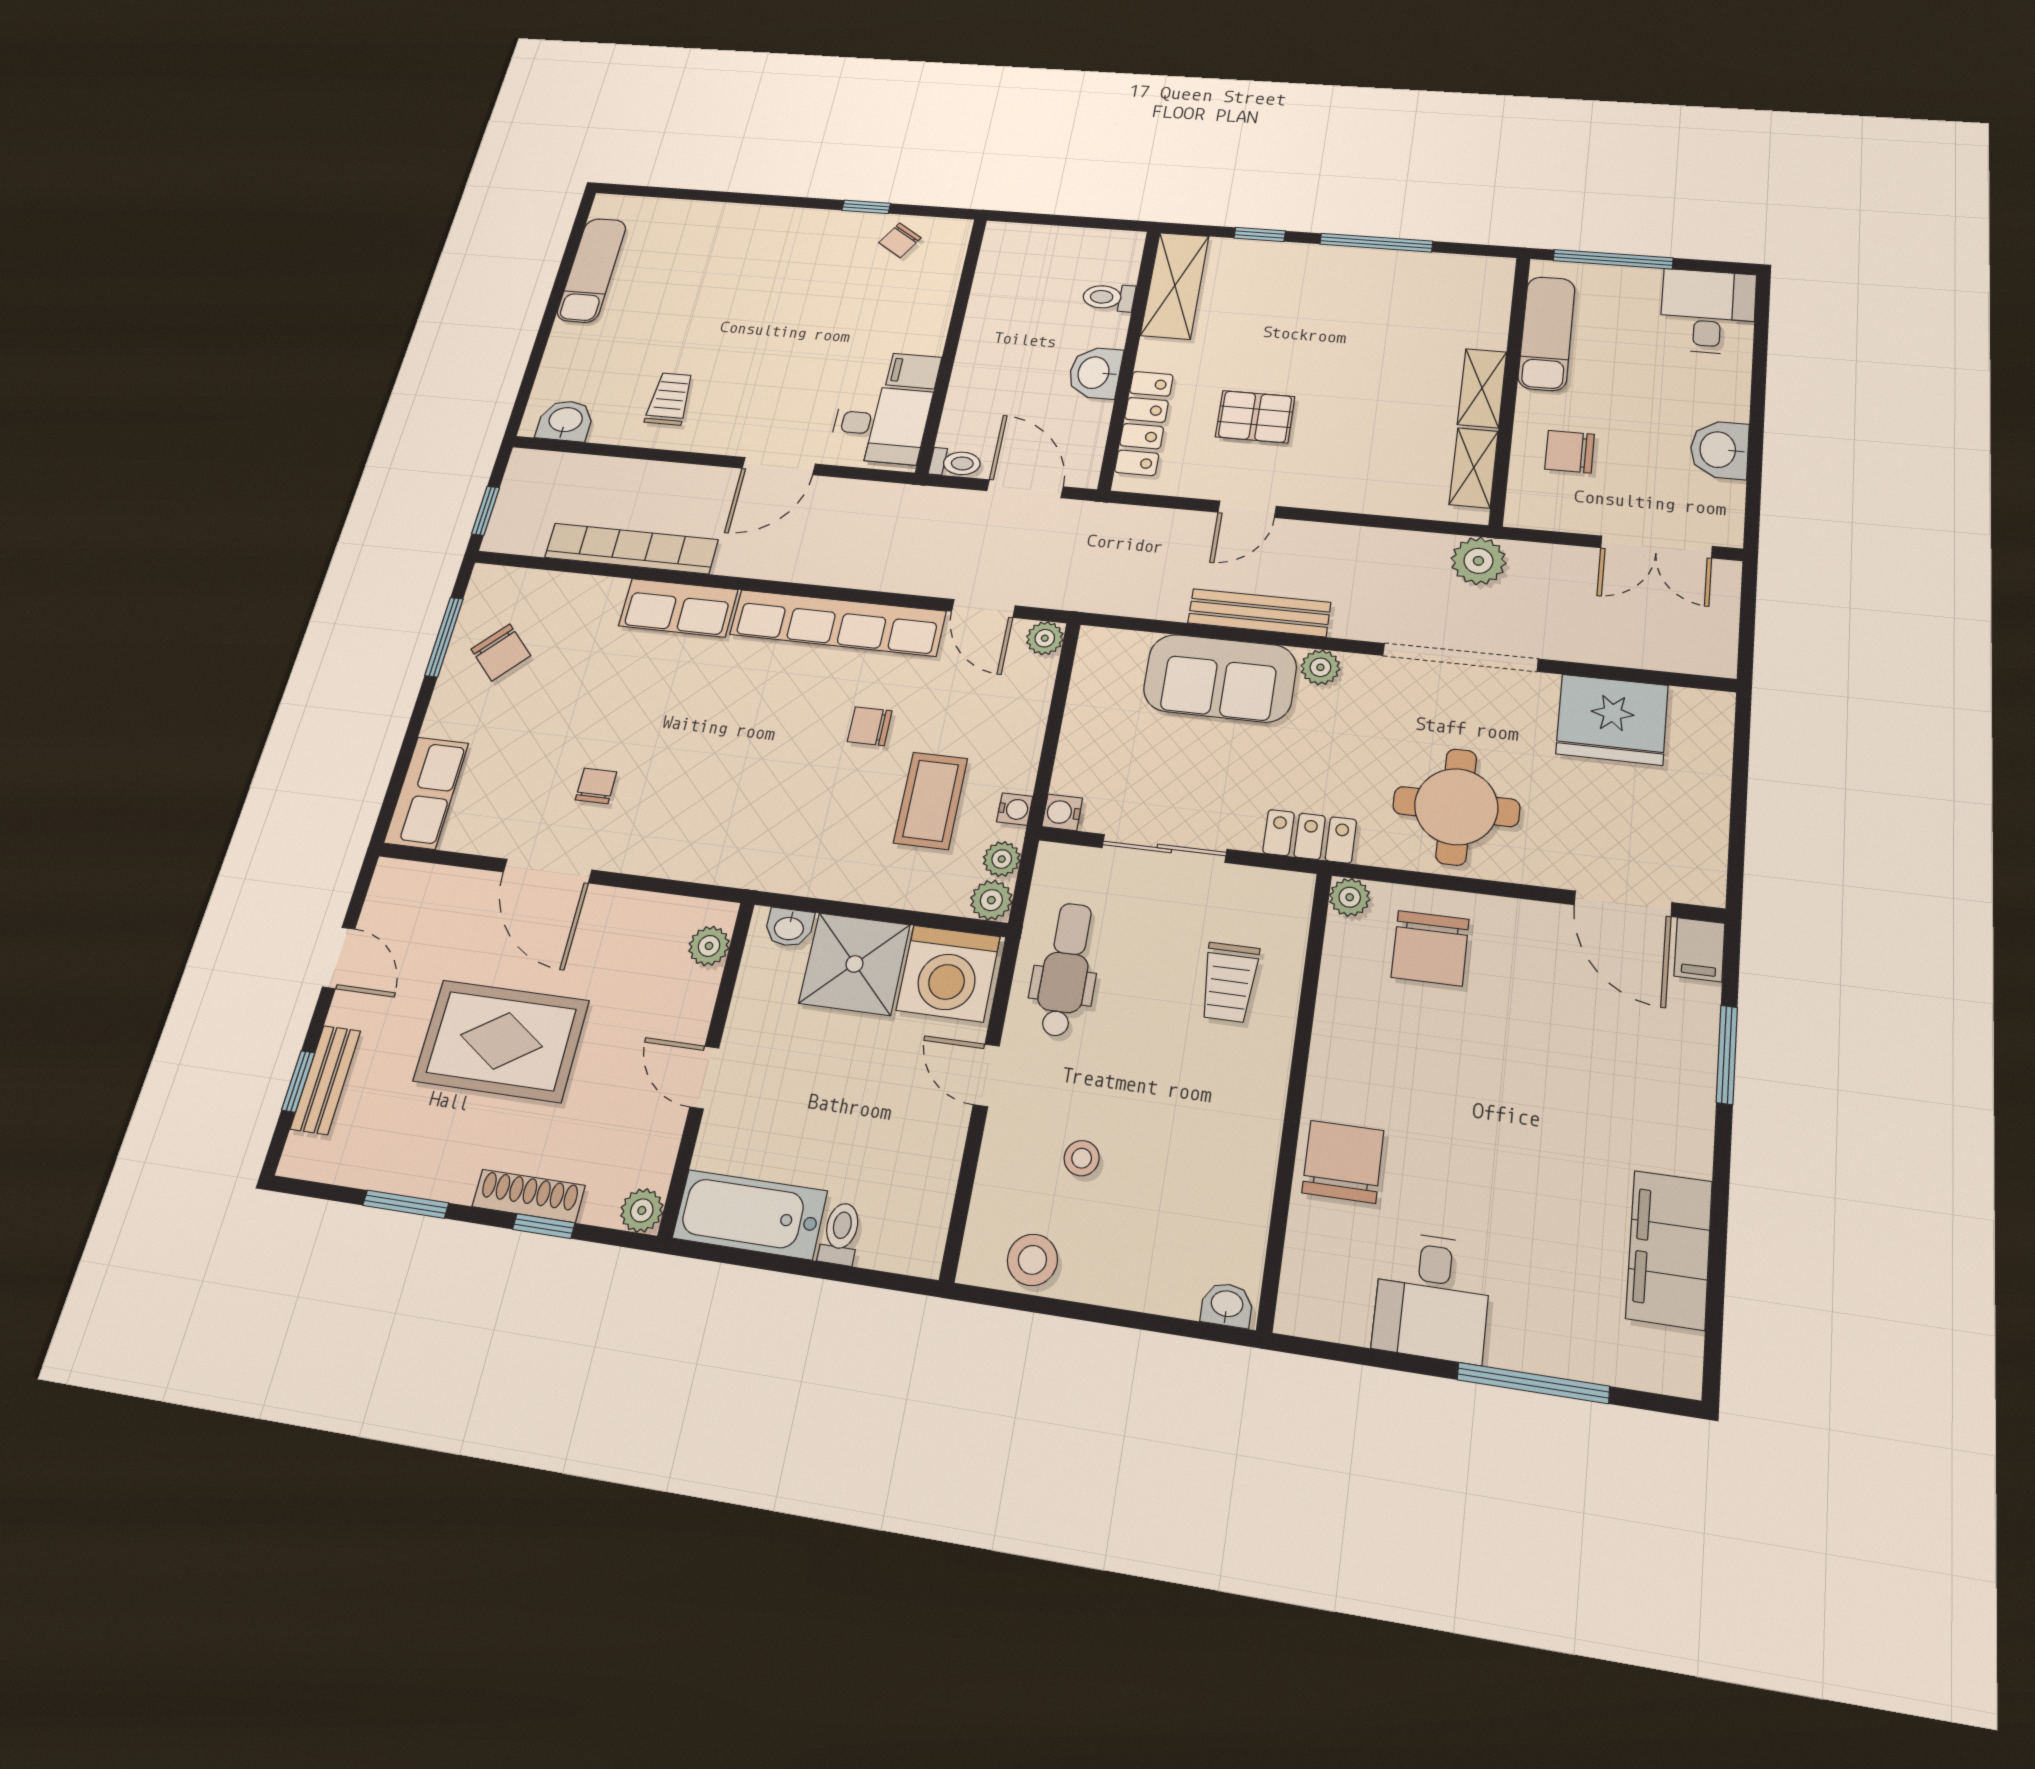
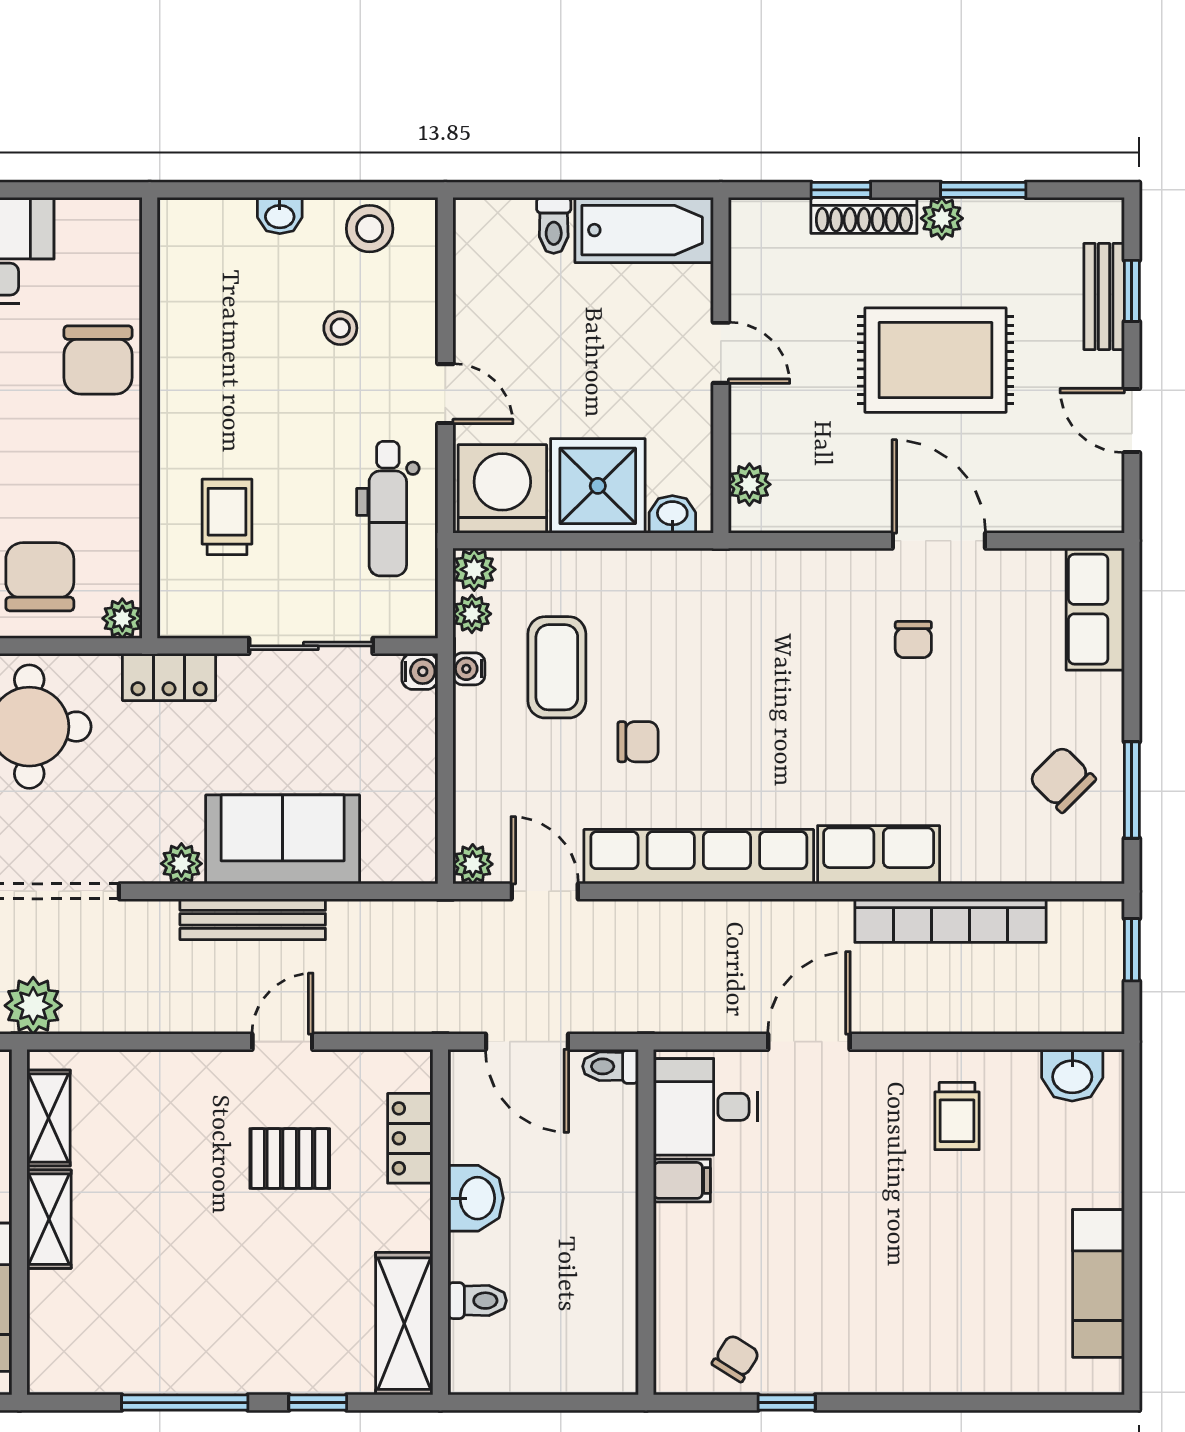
locker: (1144, 423) -> (410, 1138), width x0.66
plant: (642, 1210) -> (942, 218), moved
washbasin: (1227, 1305) -> (280, 216), moved

